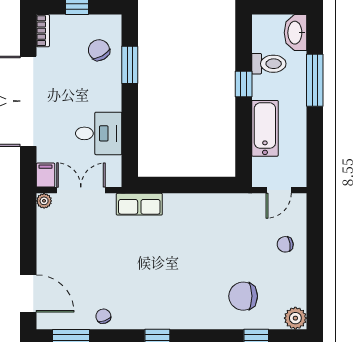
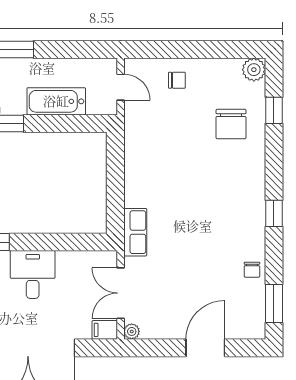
desk: (99, 133) -> (33, 275), moved
chair: (285, 244) -> (177, 80), turned -81
door: (28, 293) -> (205, 348), moved
chair: (103, 316) -> (252, 270), turned -71

